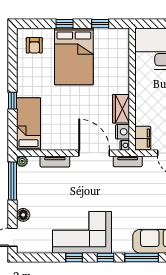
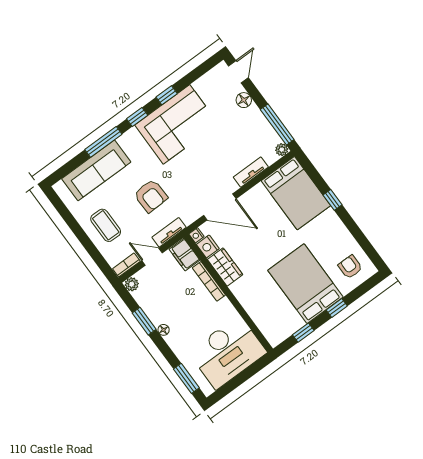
bookcase: (140, 107) -> (209, 281), added
bed: (28, 124) -> (296, 193), width x1.50
tv unit: (128, 161) -> (169, 232), moved
armchair: (136, 196) -> (151, 196), added

